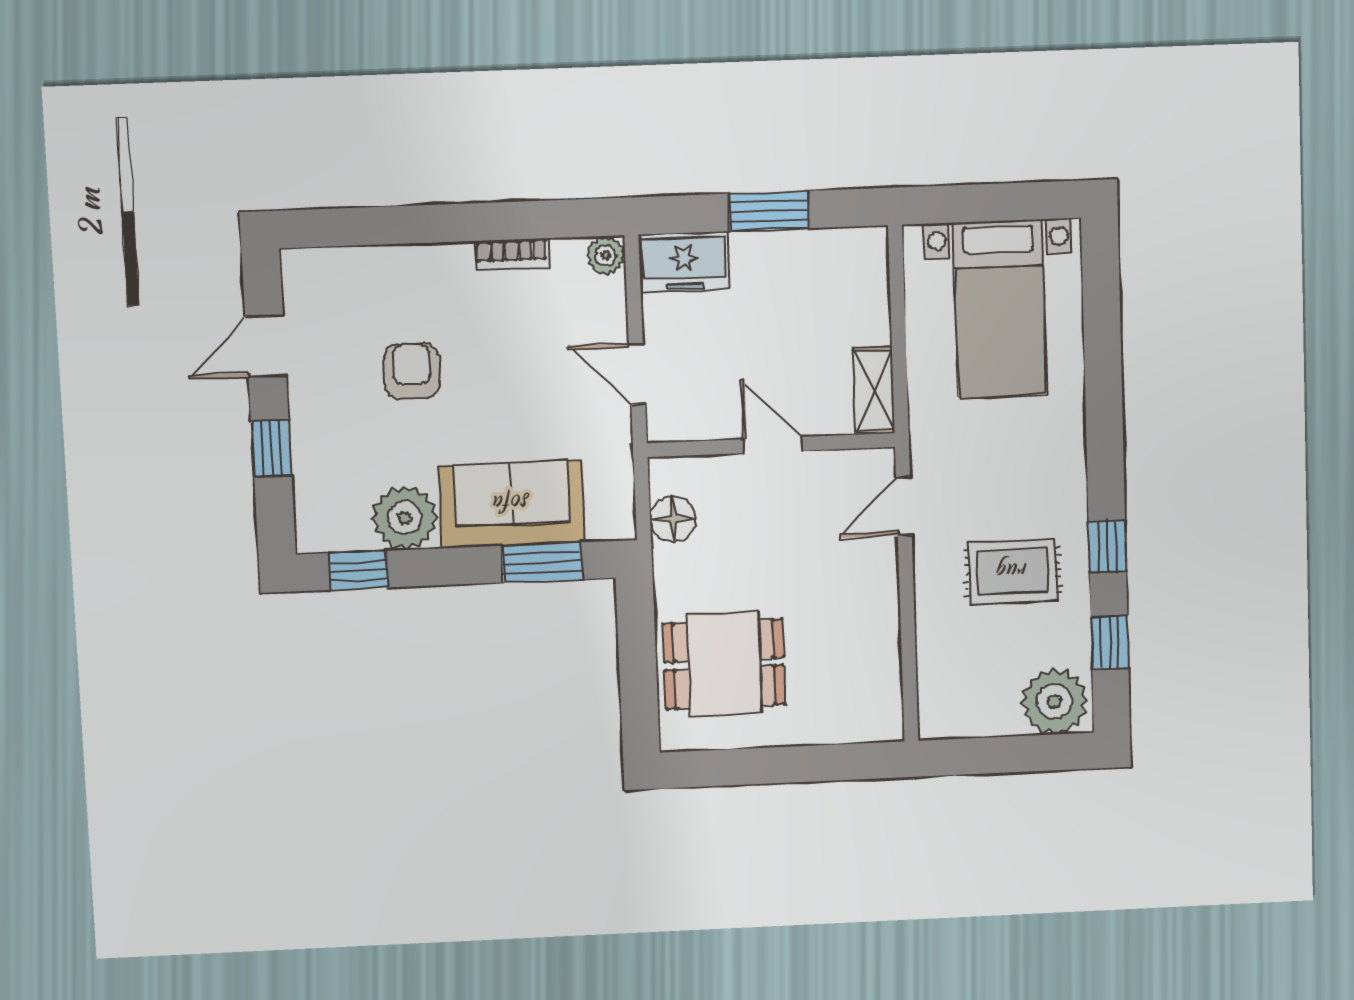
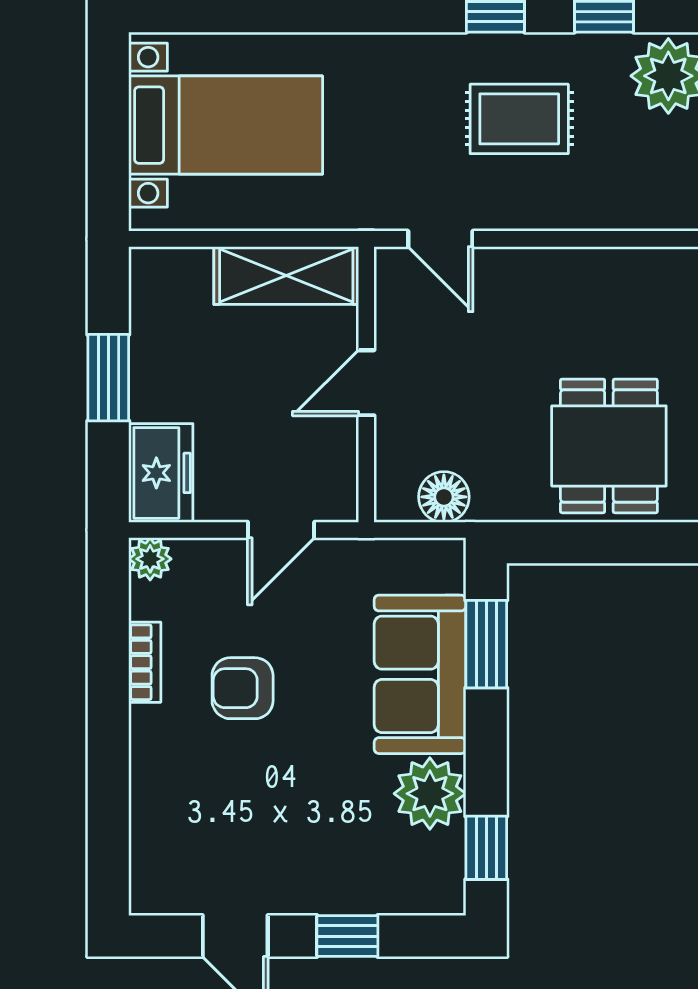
armchair: (412, 371) -> (243, 688), moved
shelving: (874, 390) -> (286, 275), width x1.50, depth x1.33
rug: (1013, 572) -> (519, 119), turned 90

